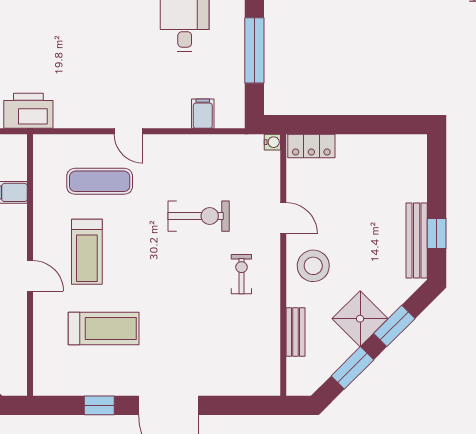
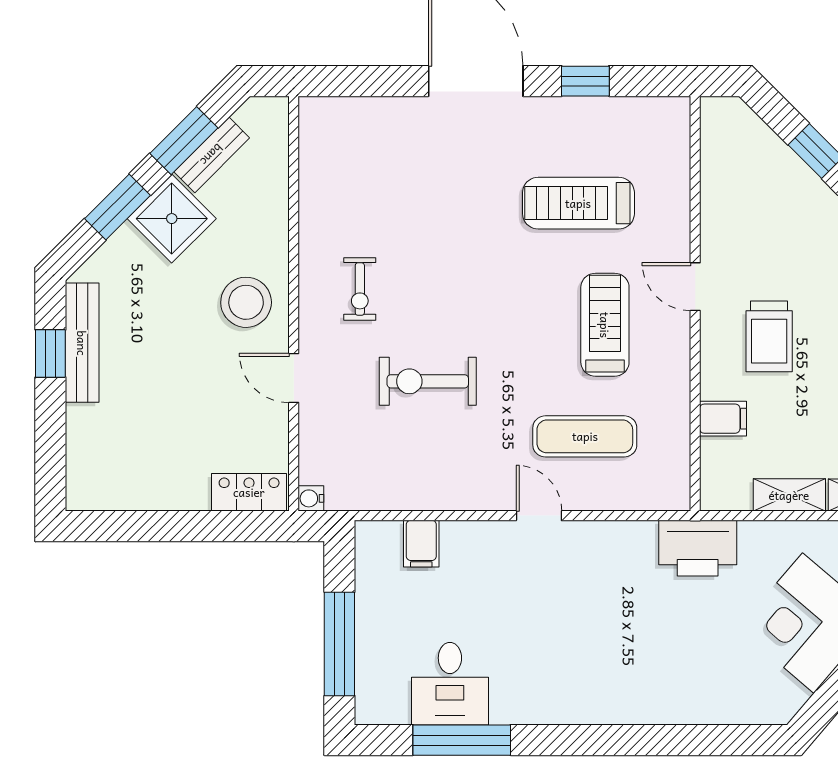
bench: (295, 332) -> (212, 155), moved, turned 45

